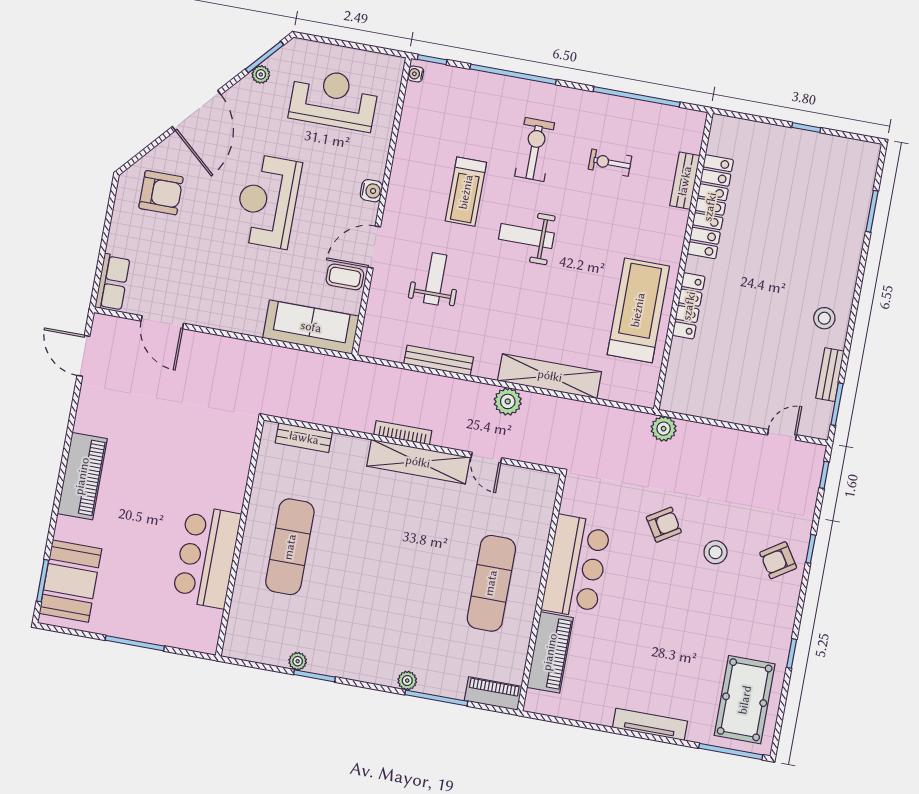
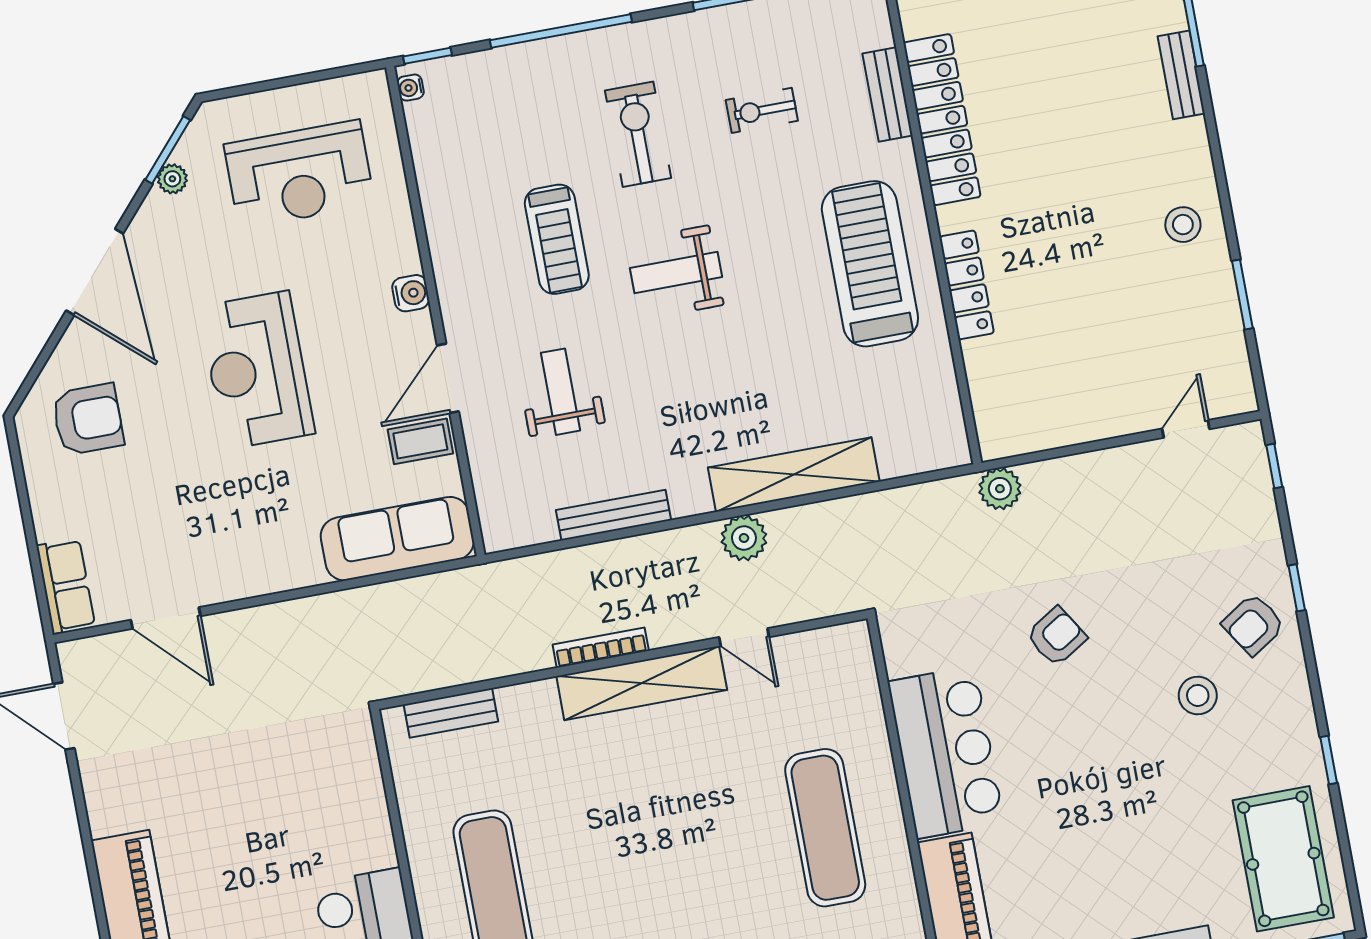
reception desk: (334, 99) -> (299, 174), turned 180
treadmill: (638, 310) -> (870, 264), moved
bench: (830, 375) -> (1181, 75), moved
window: (837, 404) -> (1242, 295), moved
stool: (716, 552) -> (1198, 695), moved

